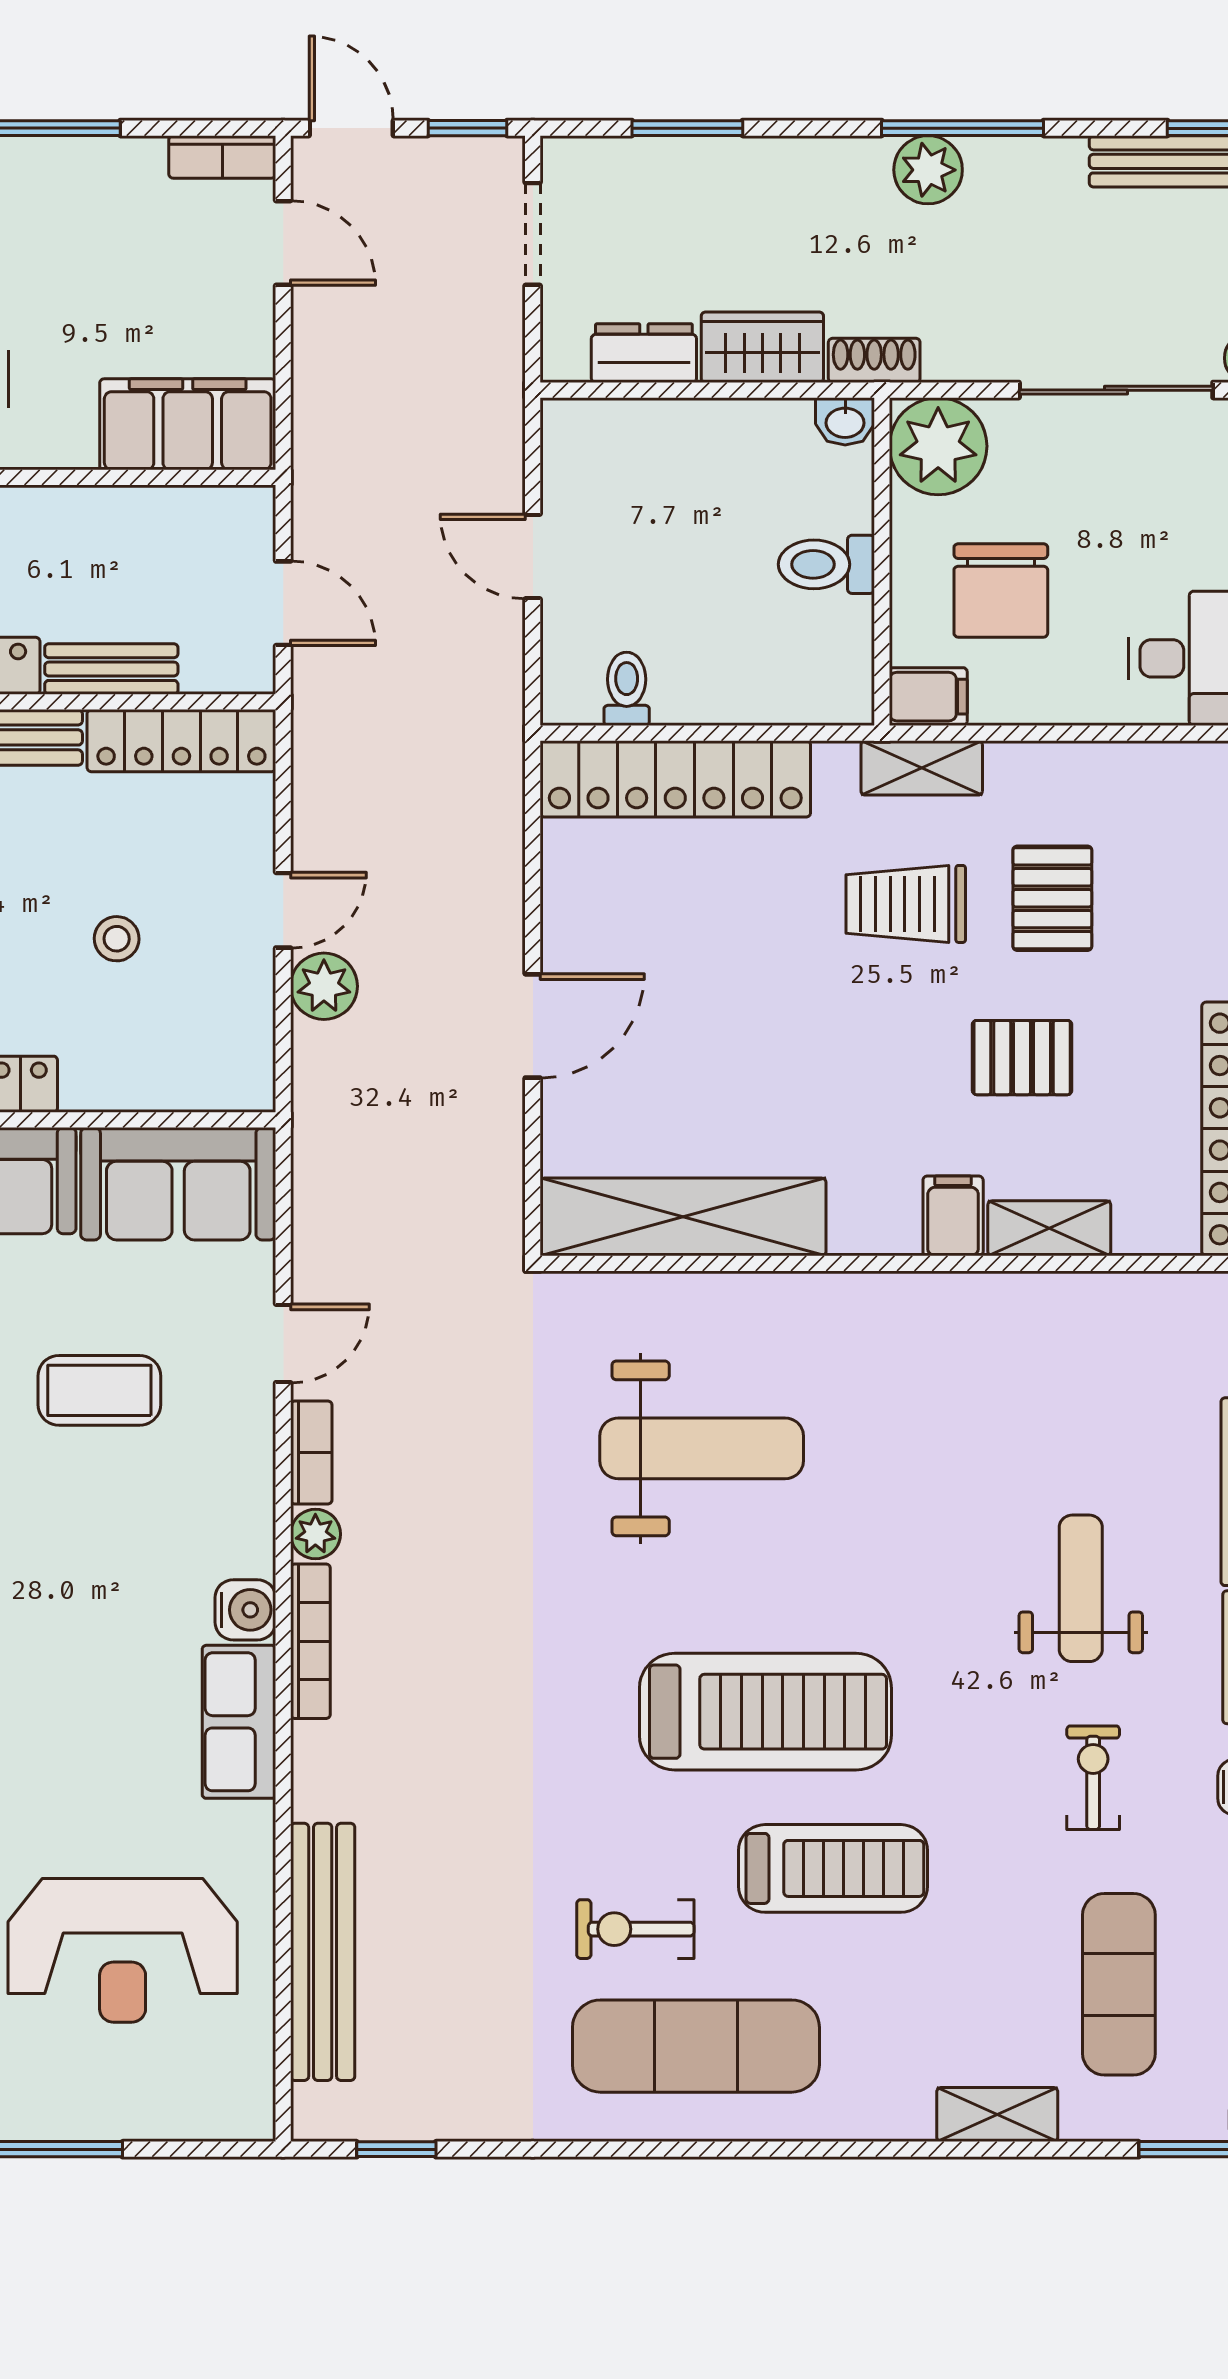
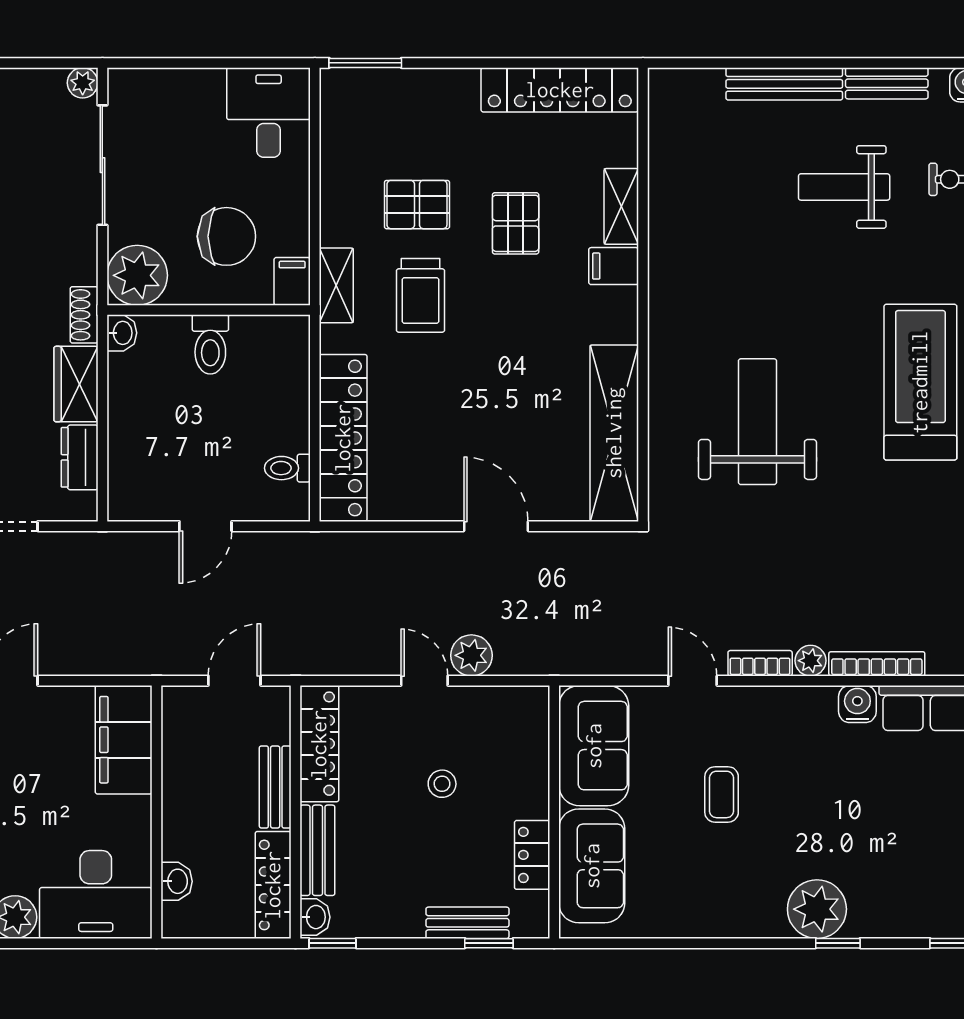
coffee table: (99, 1390) -> (722, 794), width x0.73, depth x0.77

